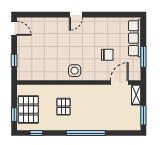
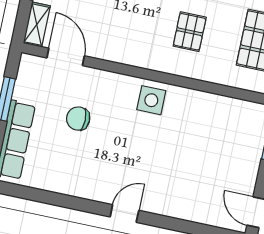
door: (119, 82) -> (66, 57), swing flipped

